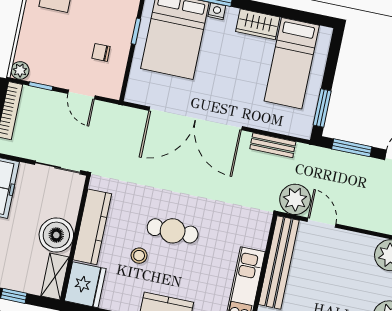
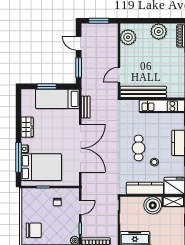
bed: (292, 63) -> (57, 99), moved, turned 180
window: (322, 108) -> (47, 86), moved
plant: (295, 199) -> (110, 90), removed

